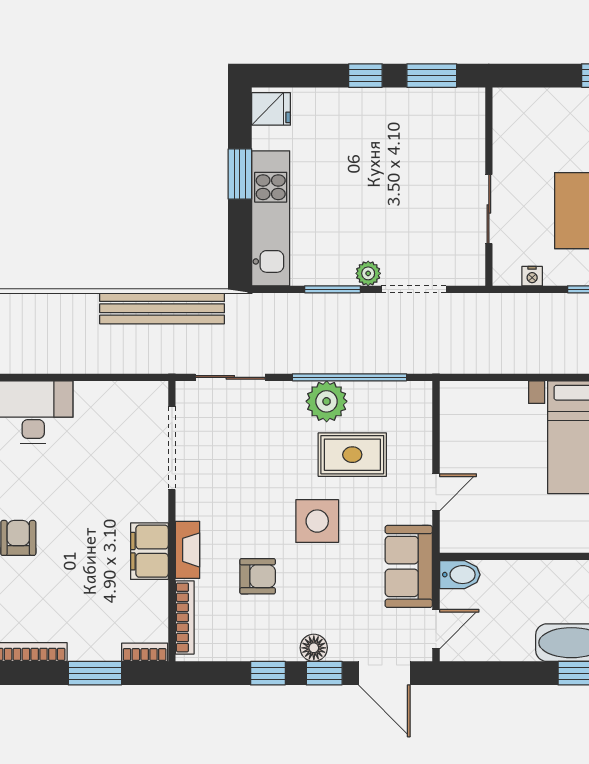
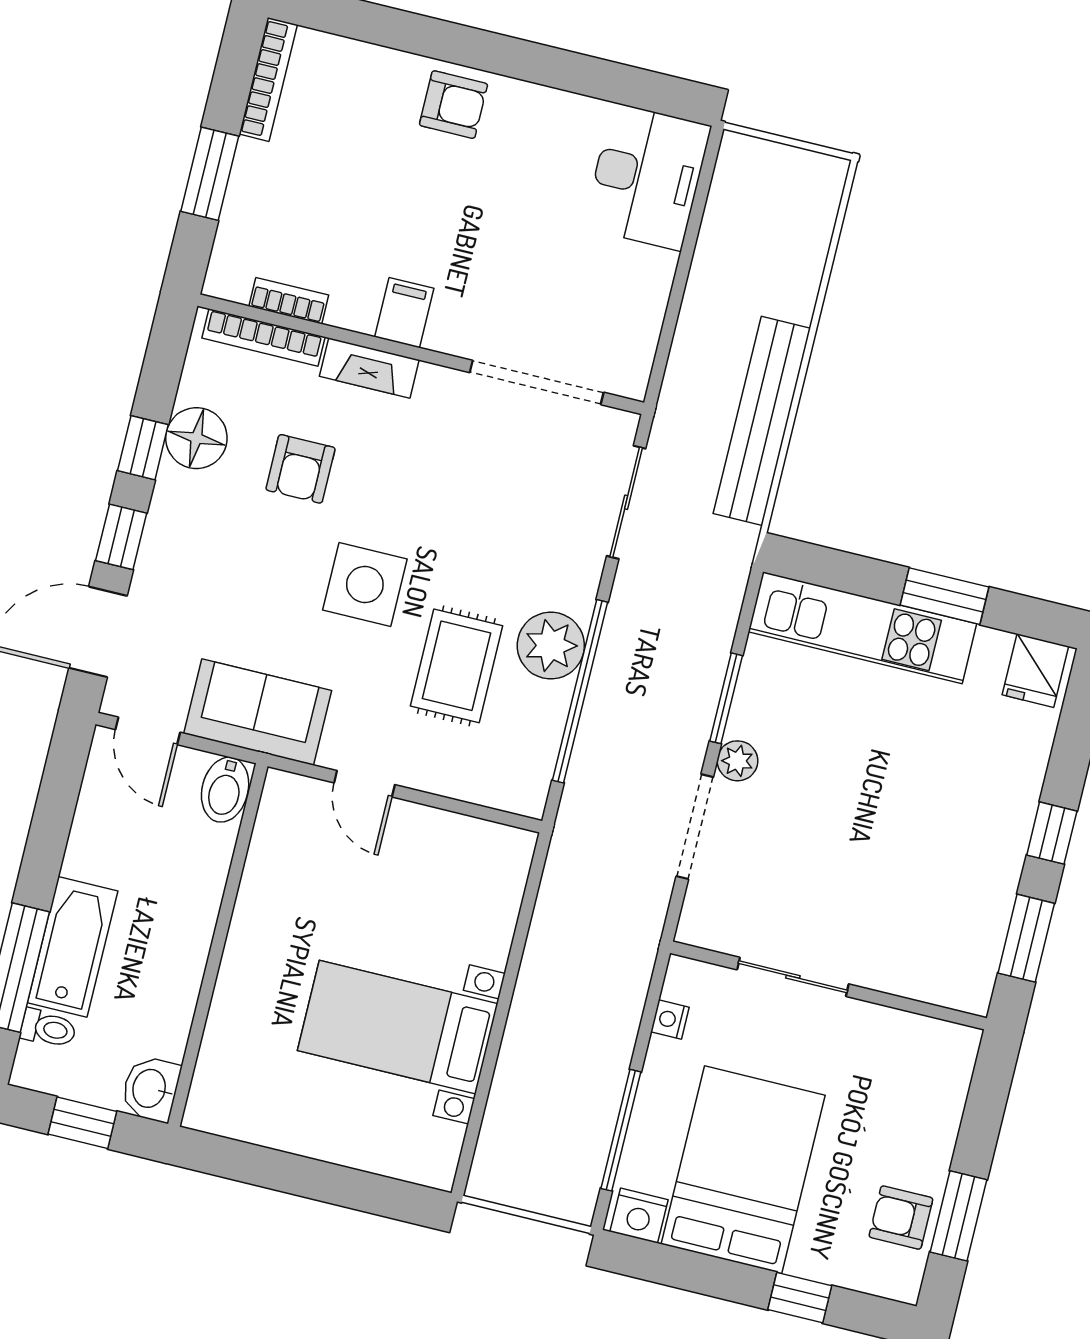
filing cabinet: (149, 551) -> (404, 313), width x0.50
floor lamp: (314, 648) -> (196, 438), moved, width x1.38, depth x1.38
bookcase: (145, 652) -> (289, 301), moved, turned -90

